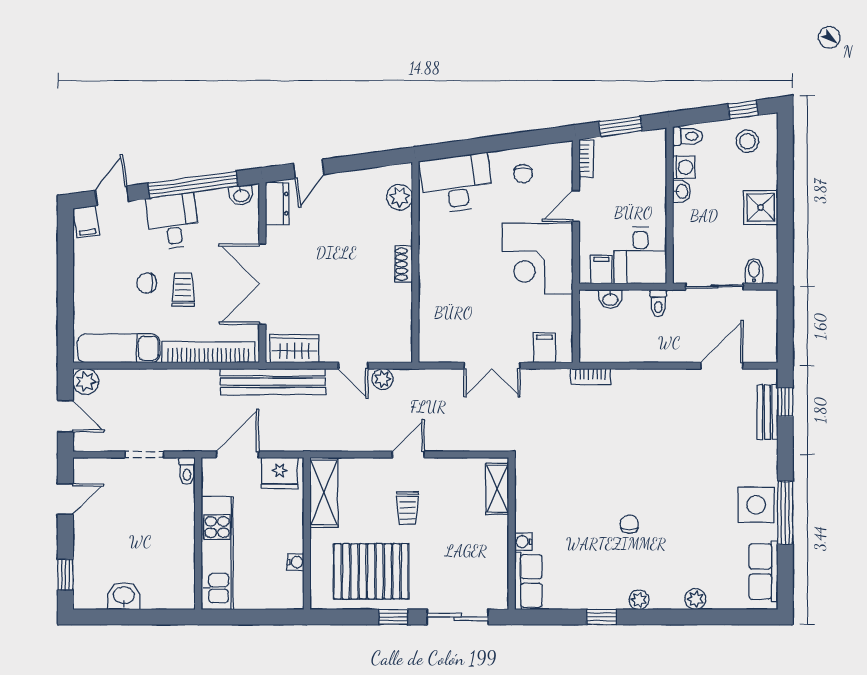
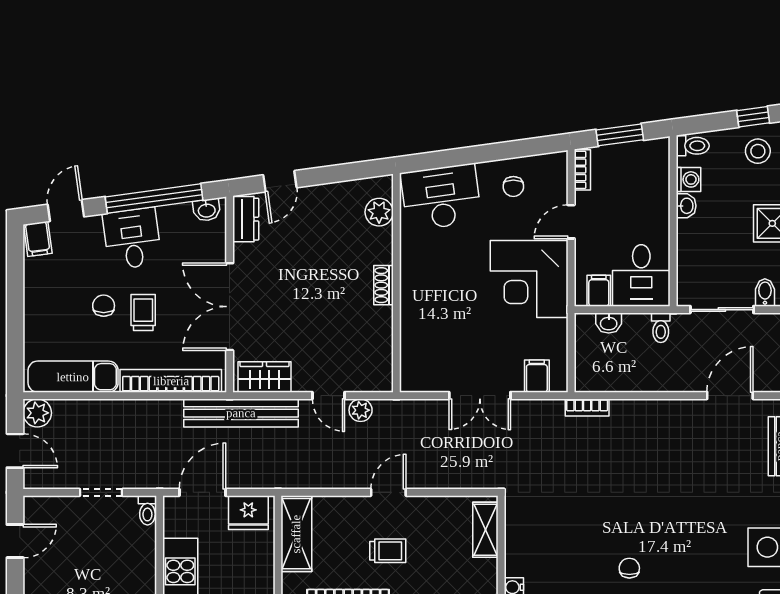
chair: (147, 283) -> (104, 306), turned 90
trolley: (408, 508) -> (388, 551), turned -90

